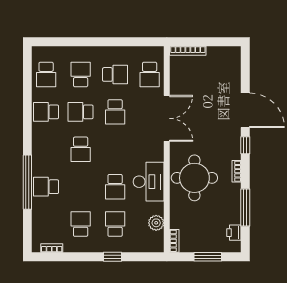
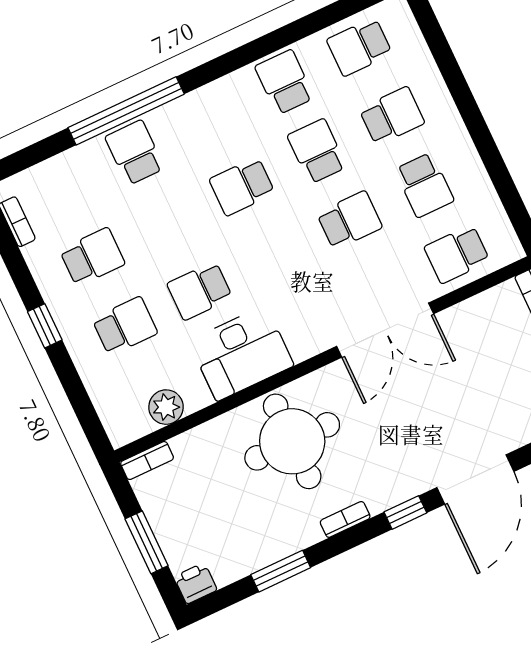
school desk: (115, 112) -> (349, 220), turned 180
window: (245, 207) -> (281, 571), width x0.69
printer: (234, 233) -> (196, 583), moved
window: (112, 257) -> (45, 326), moved

